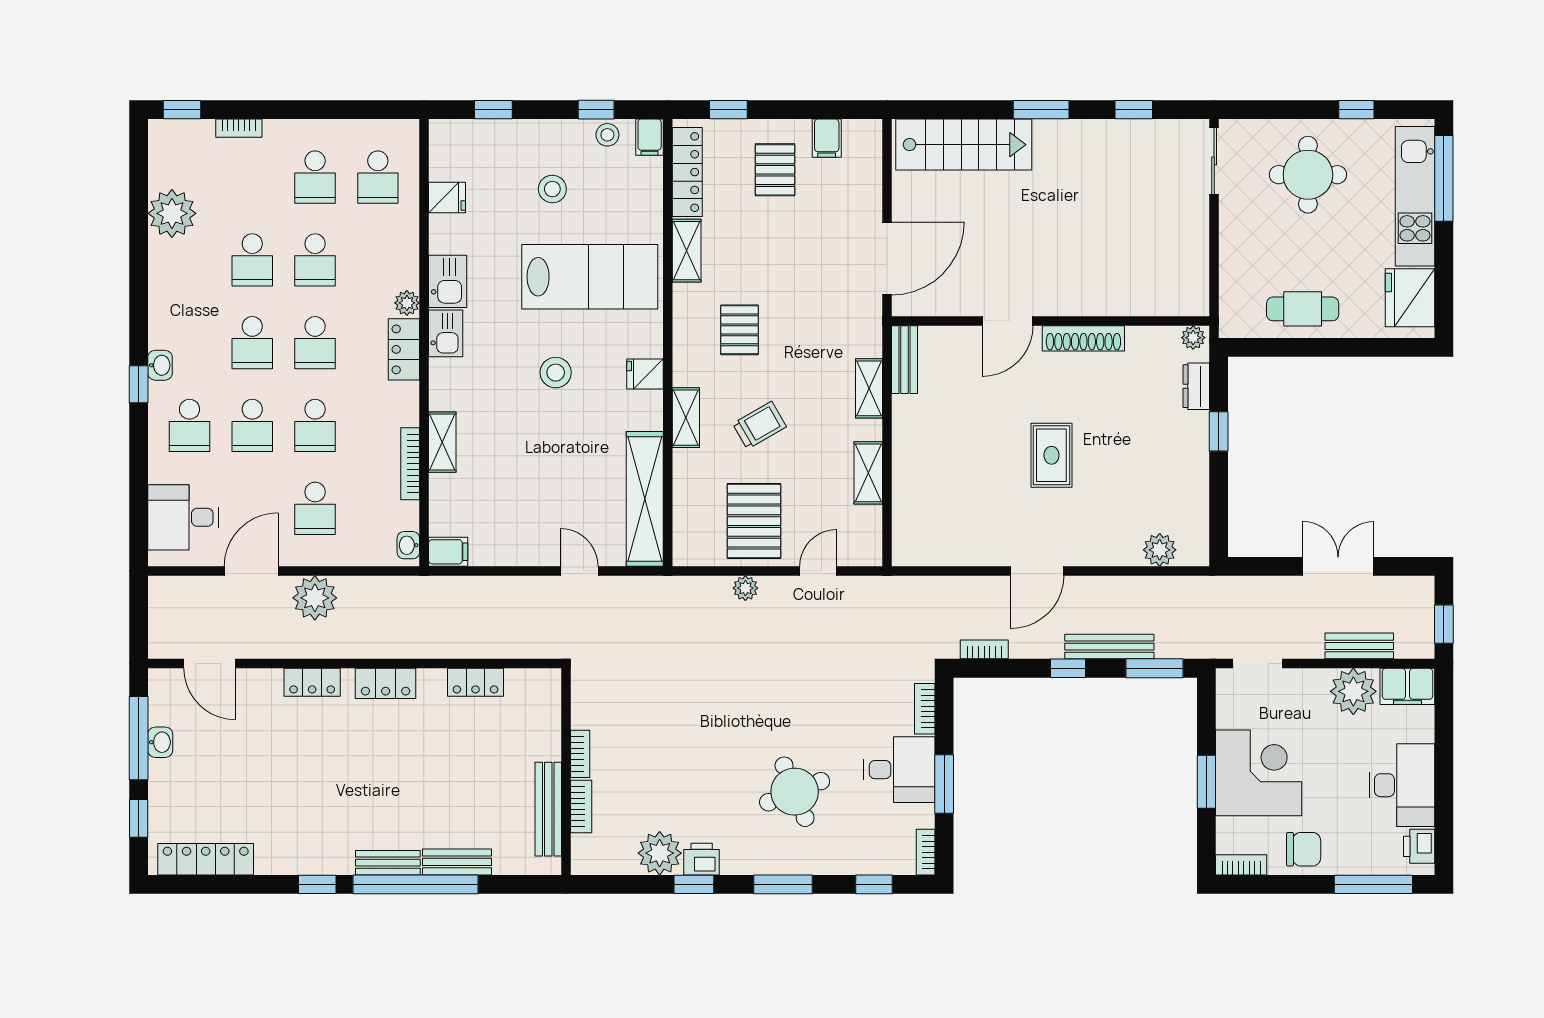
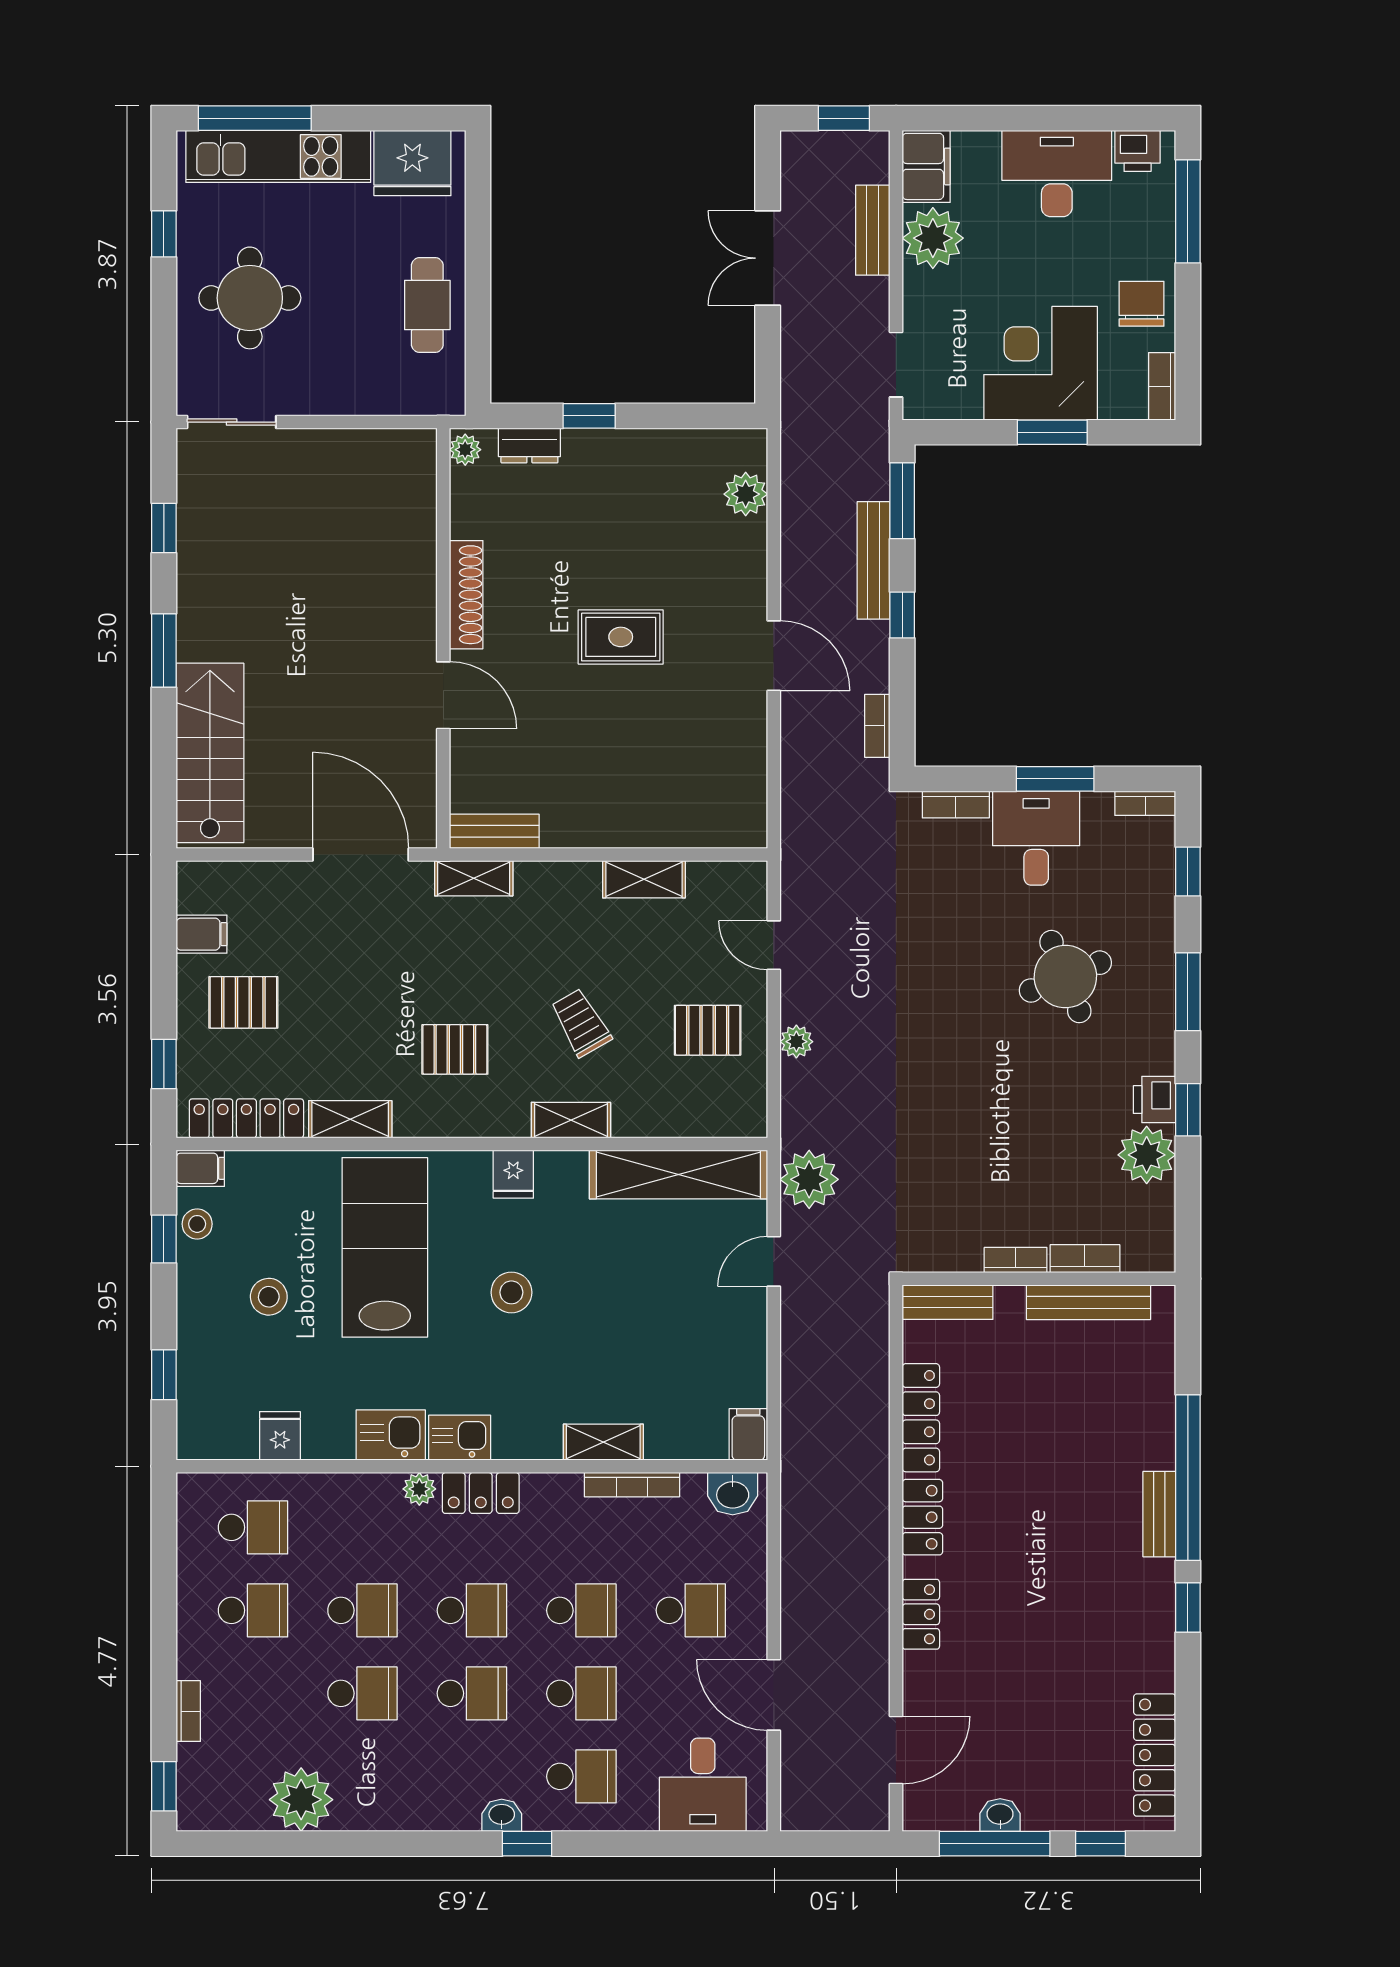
shelving: (869, 388) -> (474, 878), moved
pallet: (754, 521) -> (708, 1030), width x0.67, depth x0.71
washbasin: (408, 545) -> (733, 1494), width x1.38, depth x1.45
plant: (315, 598) -> (809, 1179), moved
locker: (475, 682) -> (921, 1418), width x1.53
bench: (457, 862) -> (948, 1302), moved, turned 90

